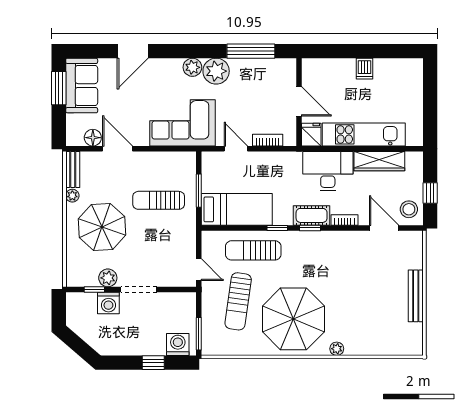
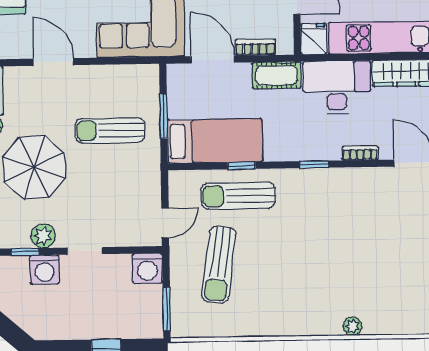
floor lamp: (93, 138) -> (20, 48), removed
door: (236, 149) -> (213, 59), width x1.38
cot: (312, 215) -> (277, 75), moved
window: (277, 228) -> (242, 166), moved
door: (199, 270) -> (165, 223), hinge flipped
doorway: (139, 290) -> (85, 251), width x0.73
parasol: (293, 319) -> (294, 287), removed
washing machine: (178, 344) -> (147, 268), moved, turned 180

